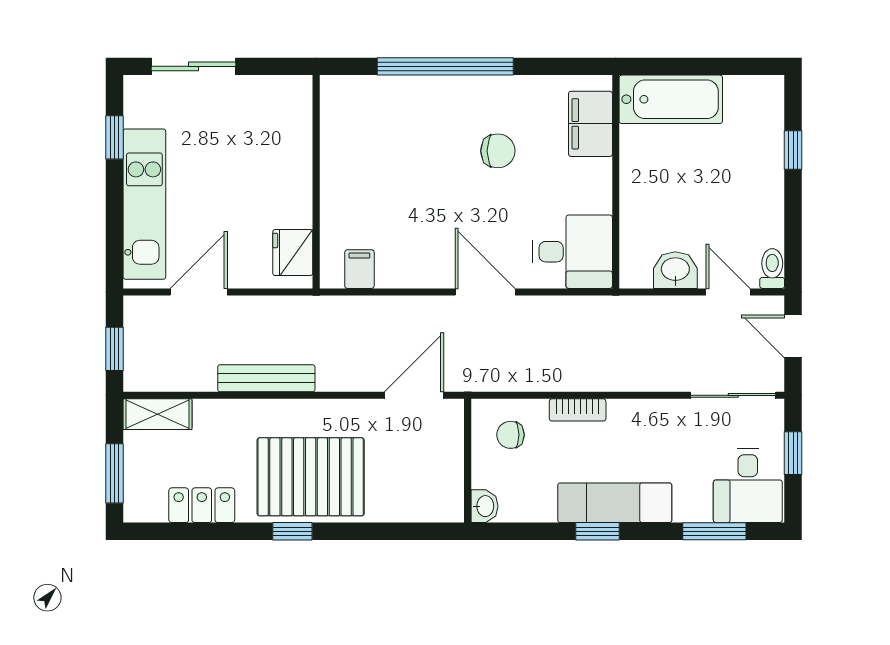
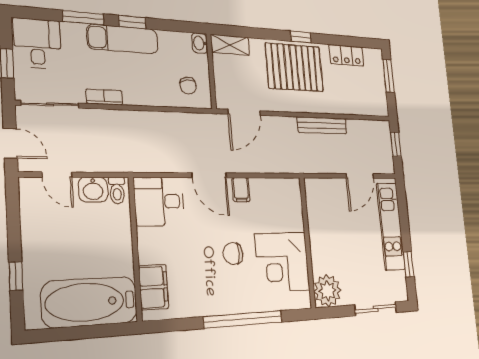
bathtub: (671, 99) -> (90, 302), width x1.36, depth x1.36
plant: (286, 101) -> (327, 291), added
chair: (498, 151) -> (233, 254), moved
corner desk: (366, 152) -> (282, 262), added
fridge: (293, 253) -> (316, 199), removed
filing cabinet: (359, 269) -> (241, 190), moved
toilet: (772, 269) -> (117, 191), moved
bookcase: (578, 410) -> (104, 97), moved
shelving: (158, 414) -> (230, 45), moved
chair: (510, 435) -> (188, 86), turned 81
window: (714, 531) -> (83, 18), moved

